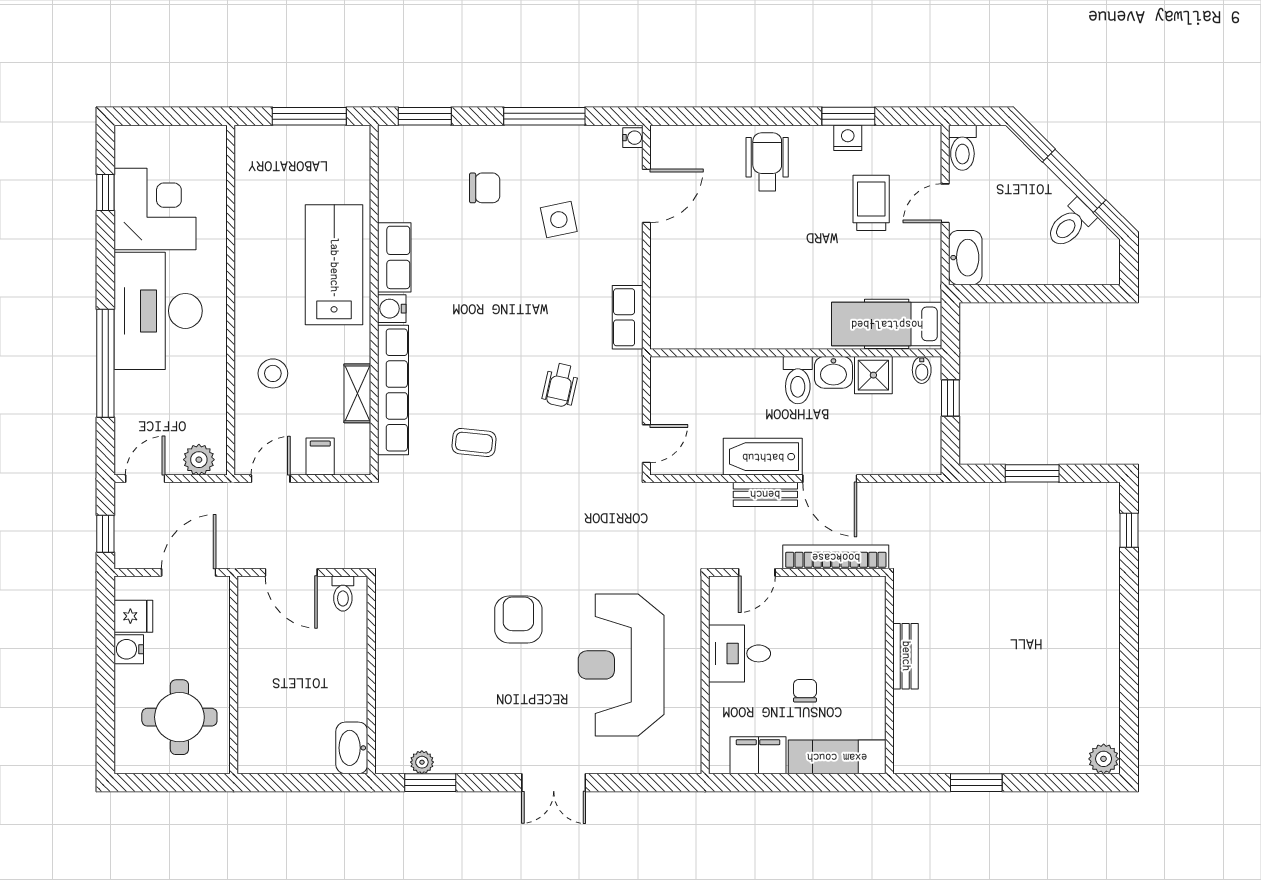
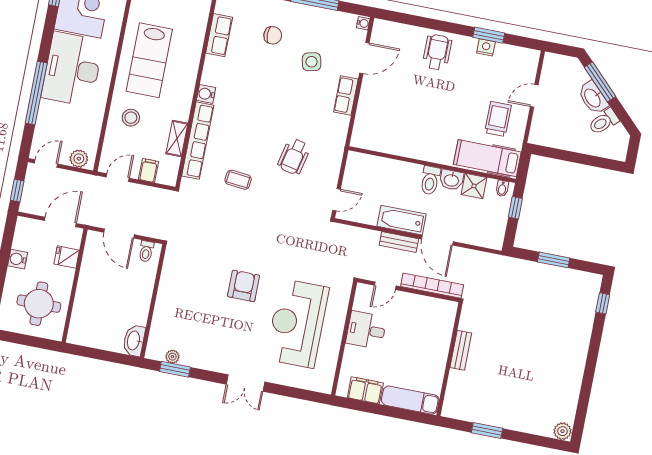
toilet: (962, 148) -> (550, 66), removed
window: (1074, 181) -> (600, 82), moved
trolley: (871, 203) -> (498, 119), moved
row of seats: (394, 257) -> (219, 35), moved
washbasin: (965, 258) -> (593, 98), moved, turned 135
lab bench: (334, 265) -> (149, 60), moved, turned 180
row of seats: (628, 317) -> (346, 95), moved
wheelchair: (560, 385) -> (294, 157), width x1.36, depth x1.37
fridge: (133, 616) -> (67, 257), moved, turned 180
chair: (805, 691) -> (399, 359), removed

